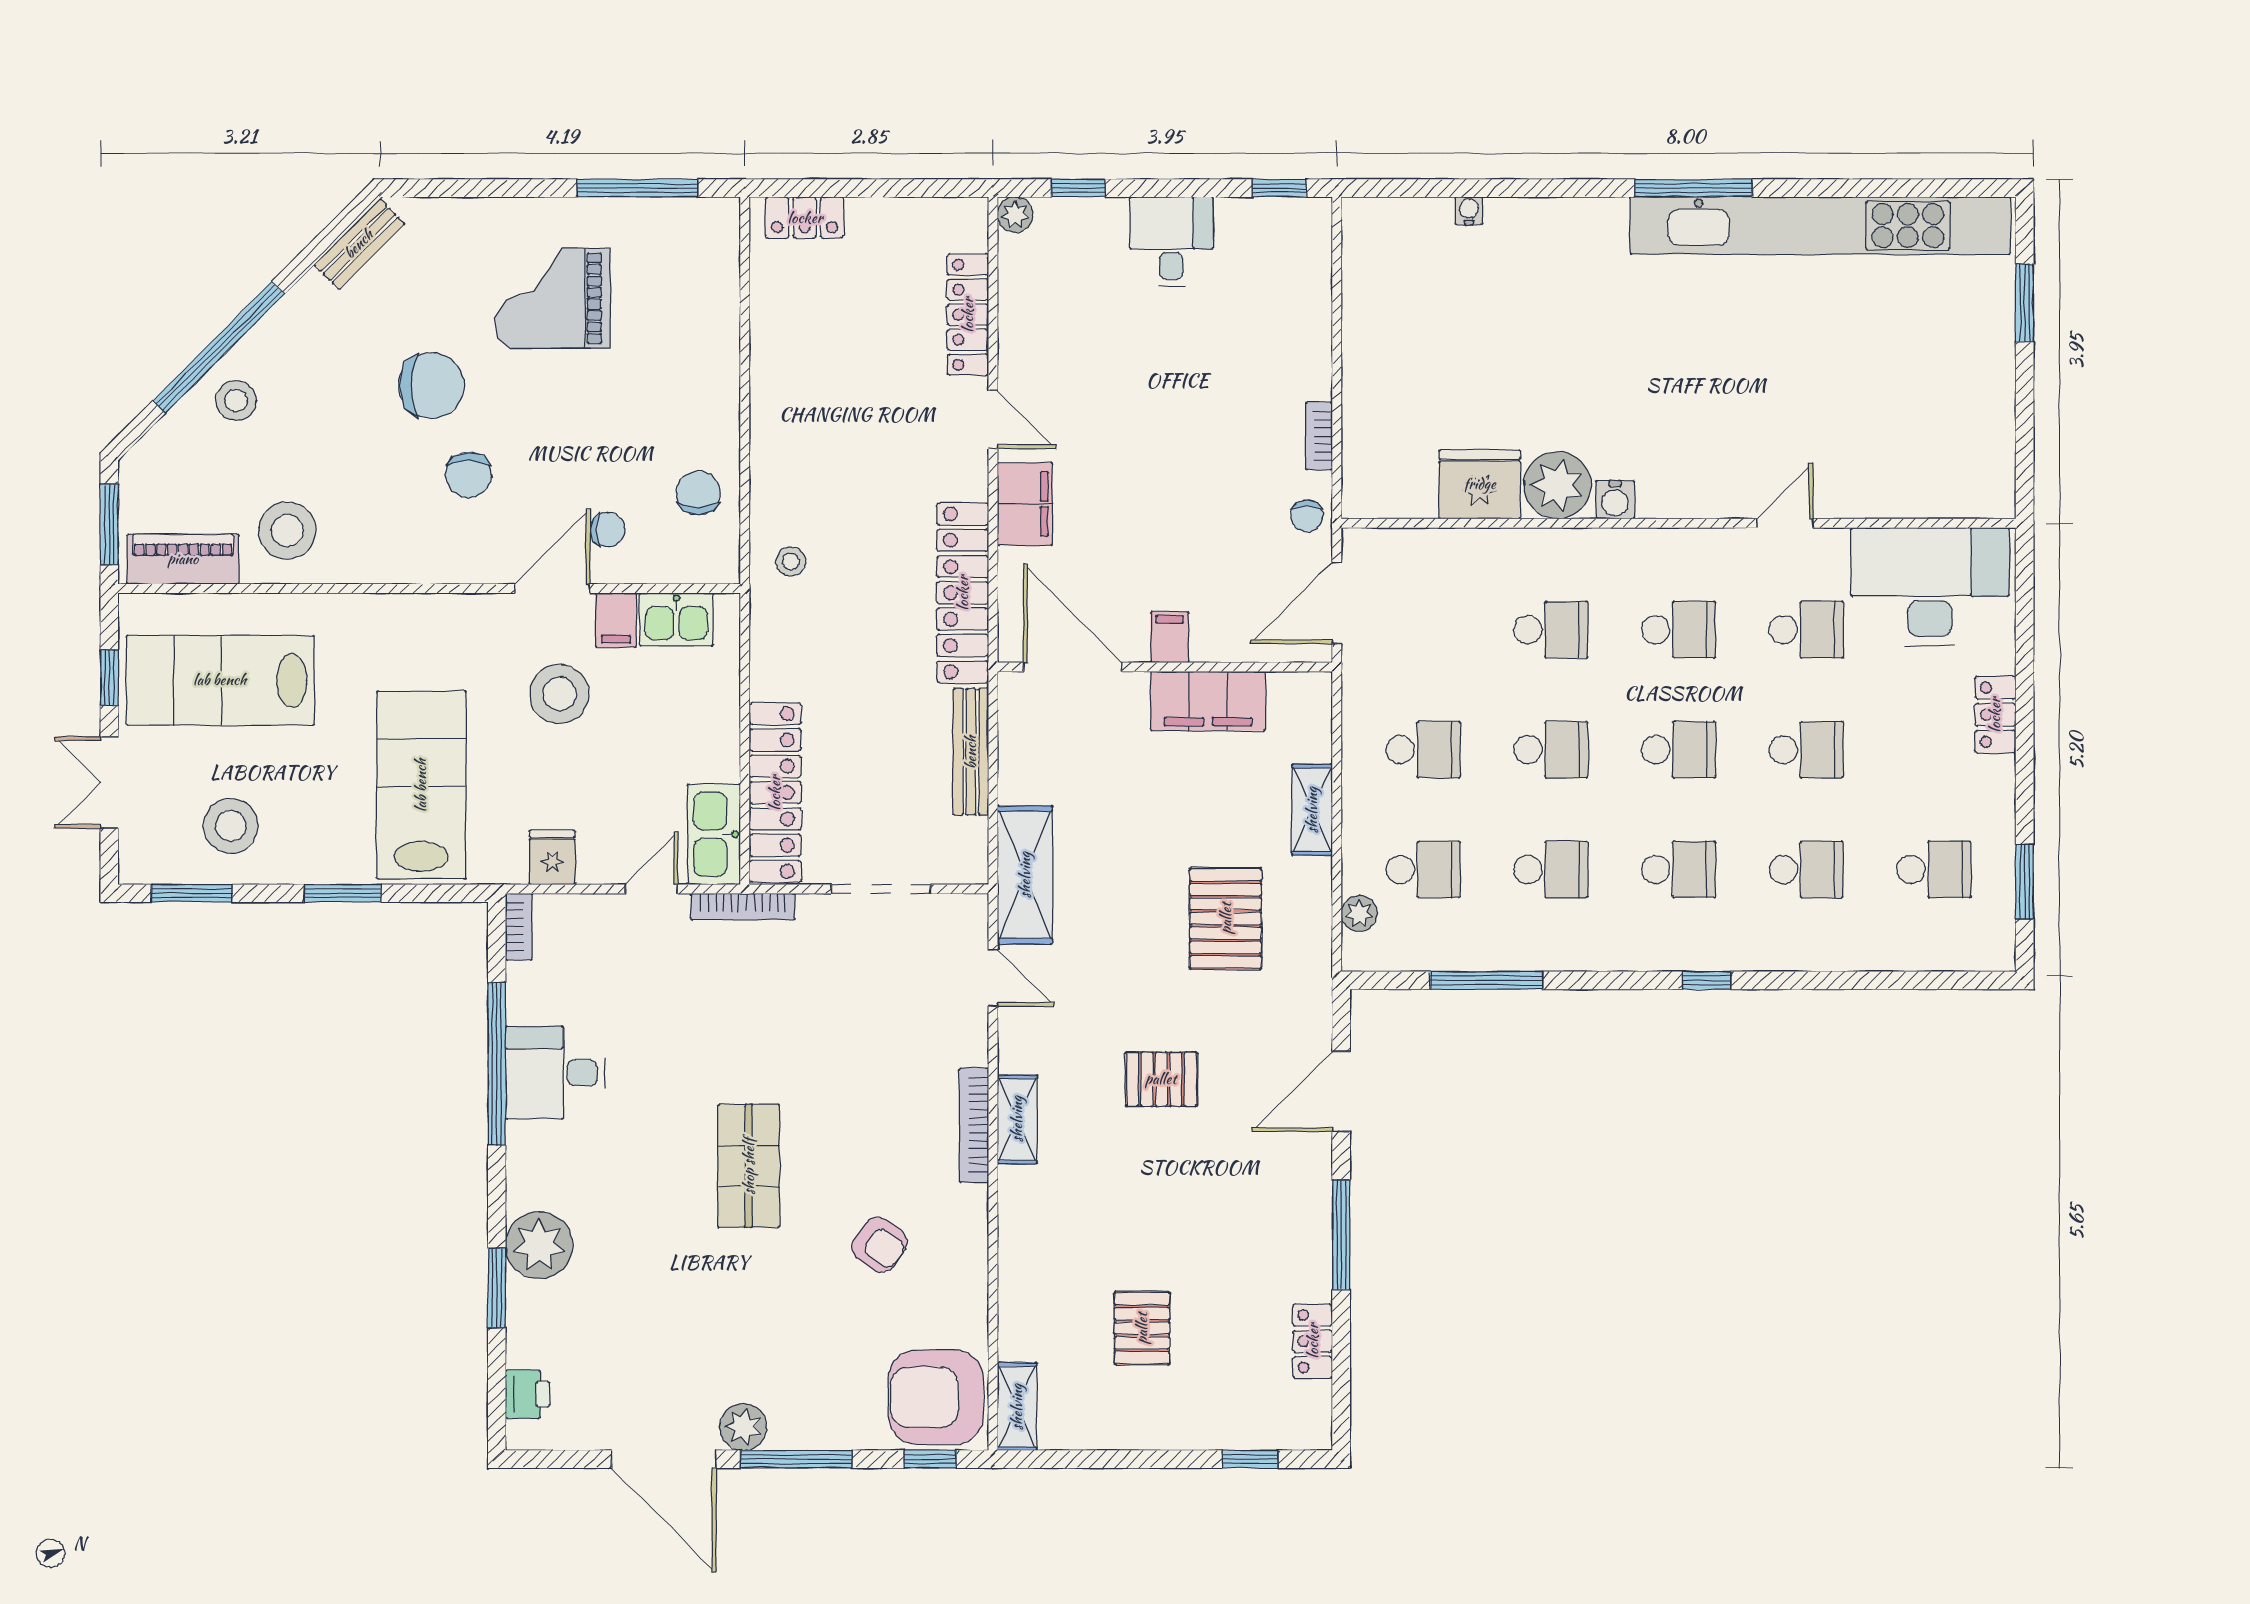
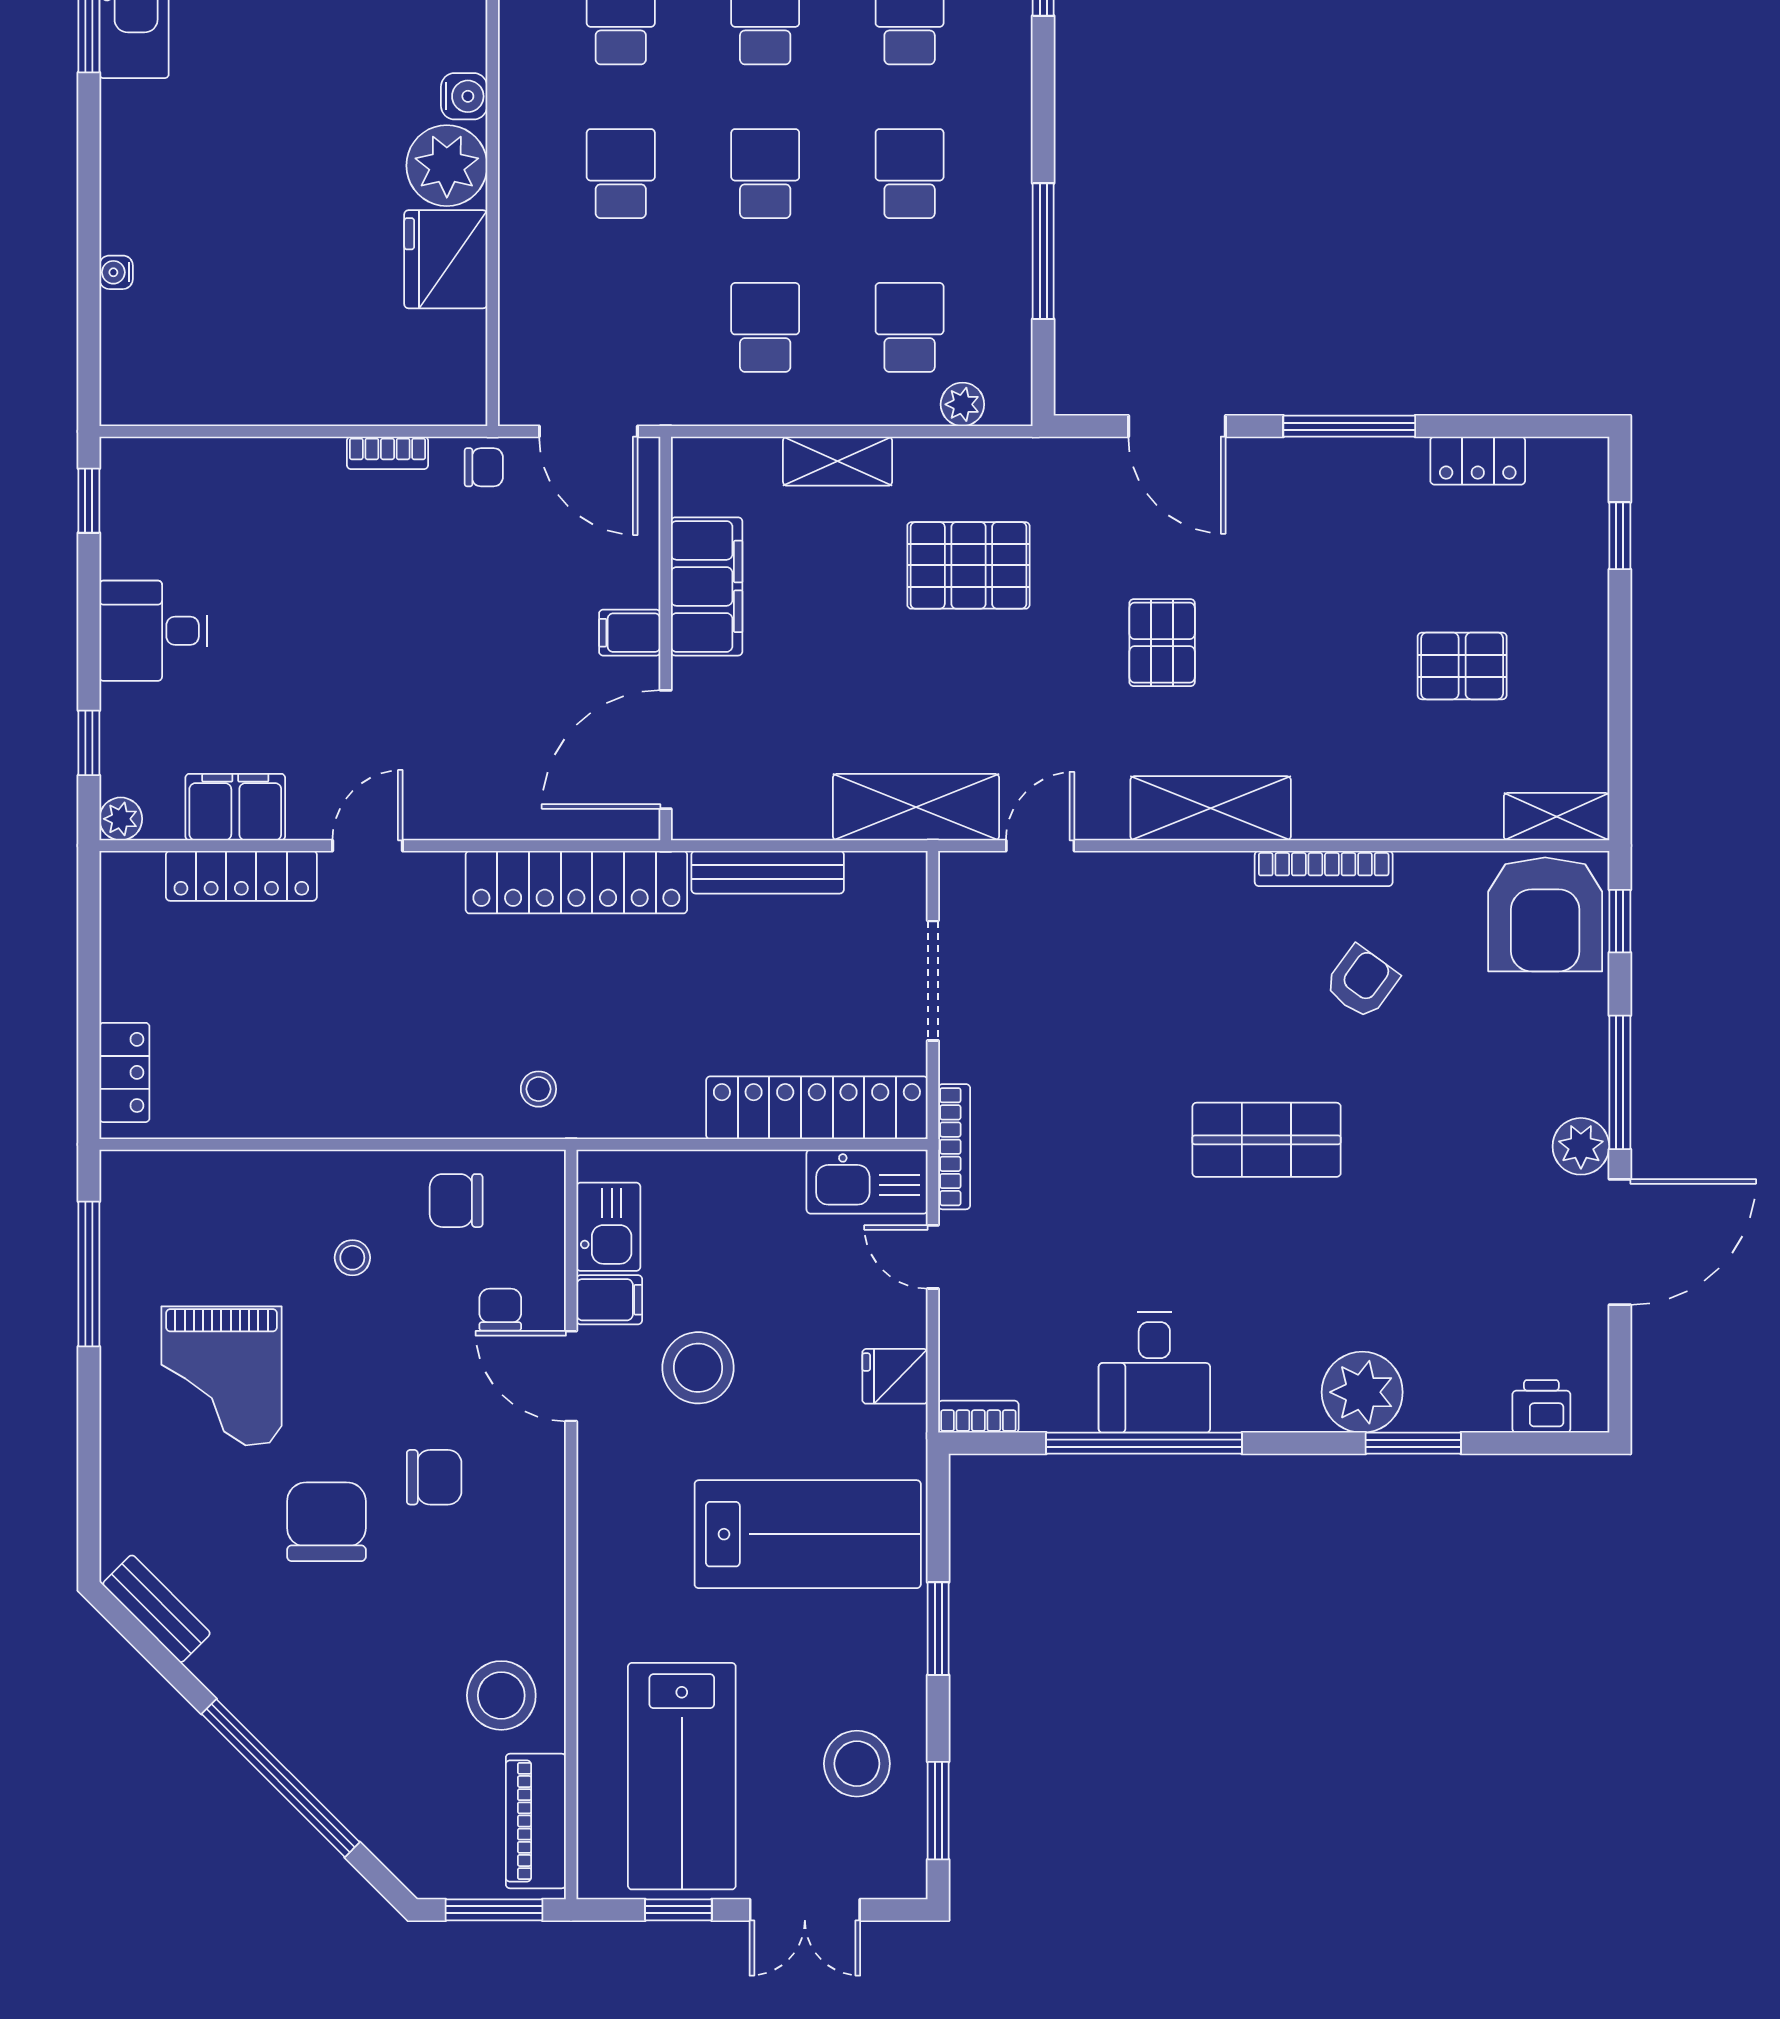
stool: (236, 401) -> (352, 1258), moved, width x0.73, depth x0.73
filing cabinet: (1025, 504) -> (235, 807), moved
lab bench: (421, 785) -> (808, 1534), turned 180
shelving: (1017, 1119) -> (1211, 808), width x1.50, depth x1.33
bookcase: (974, 1125) -> (1324, 868), moved

